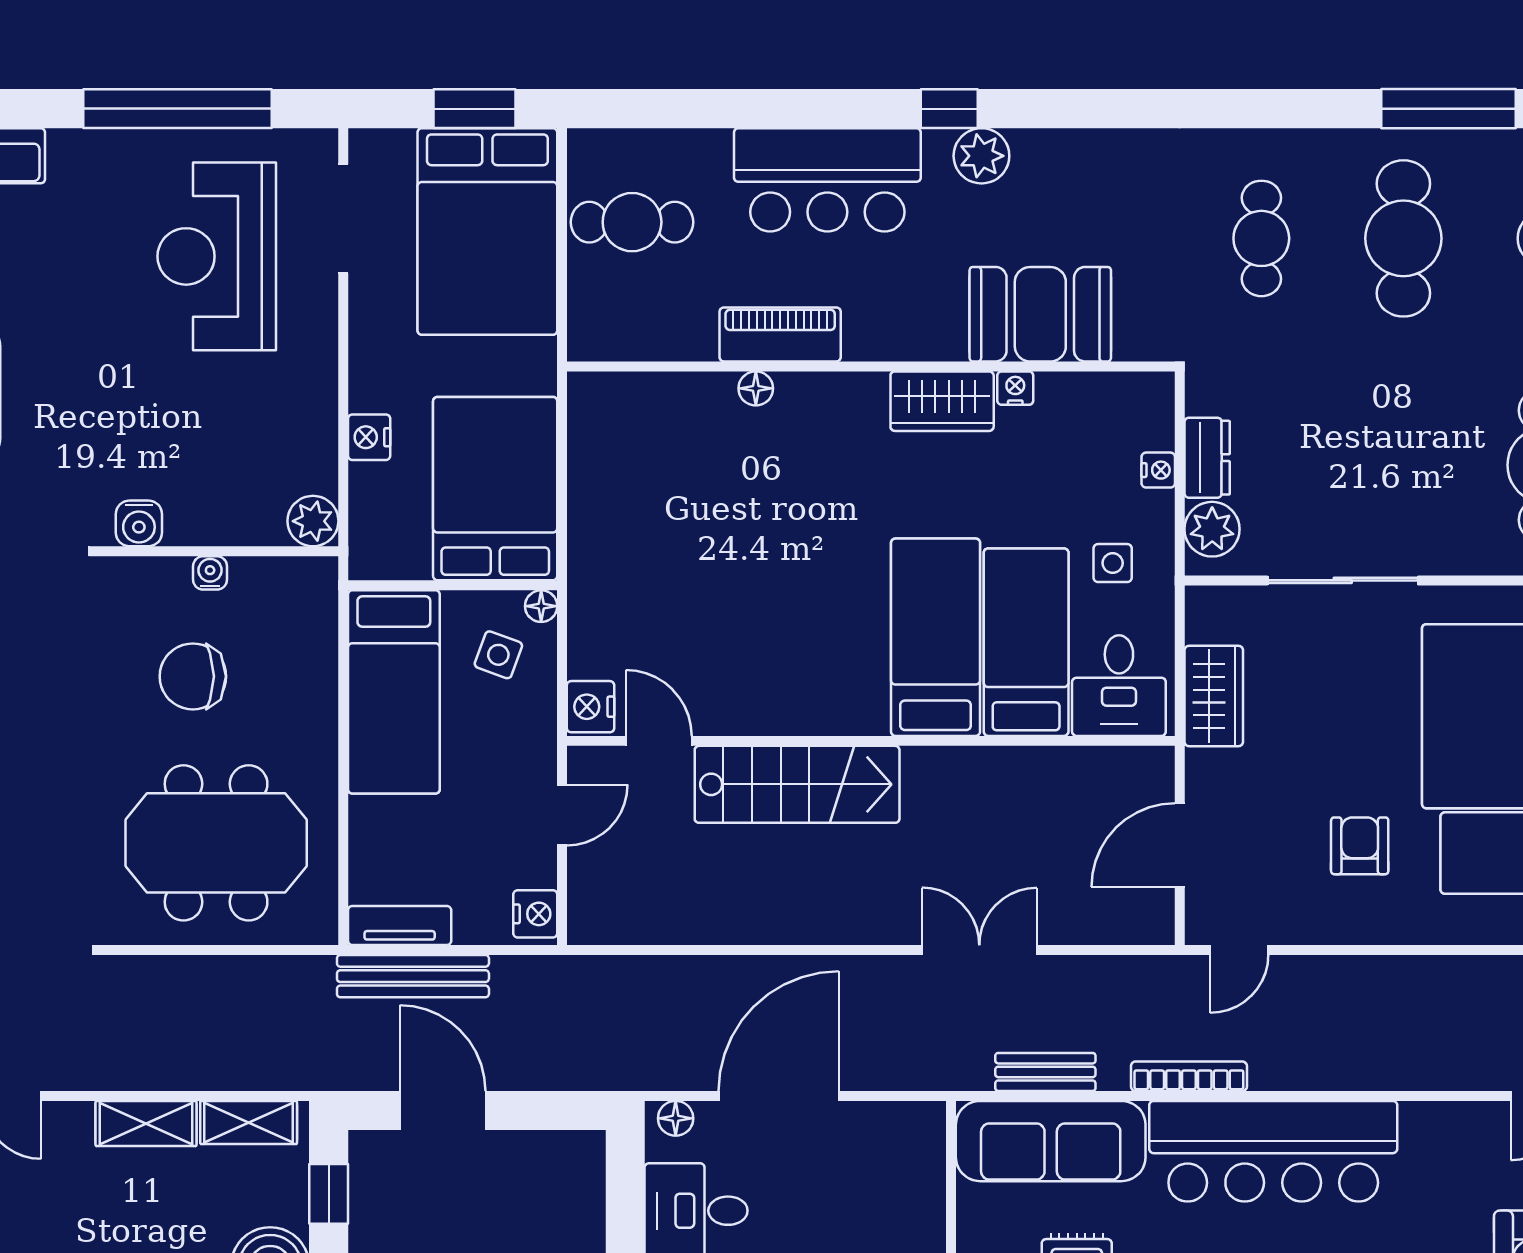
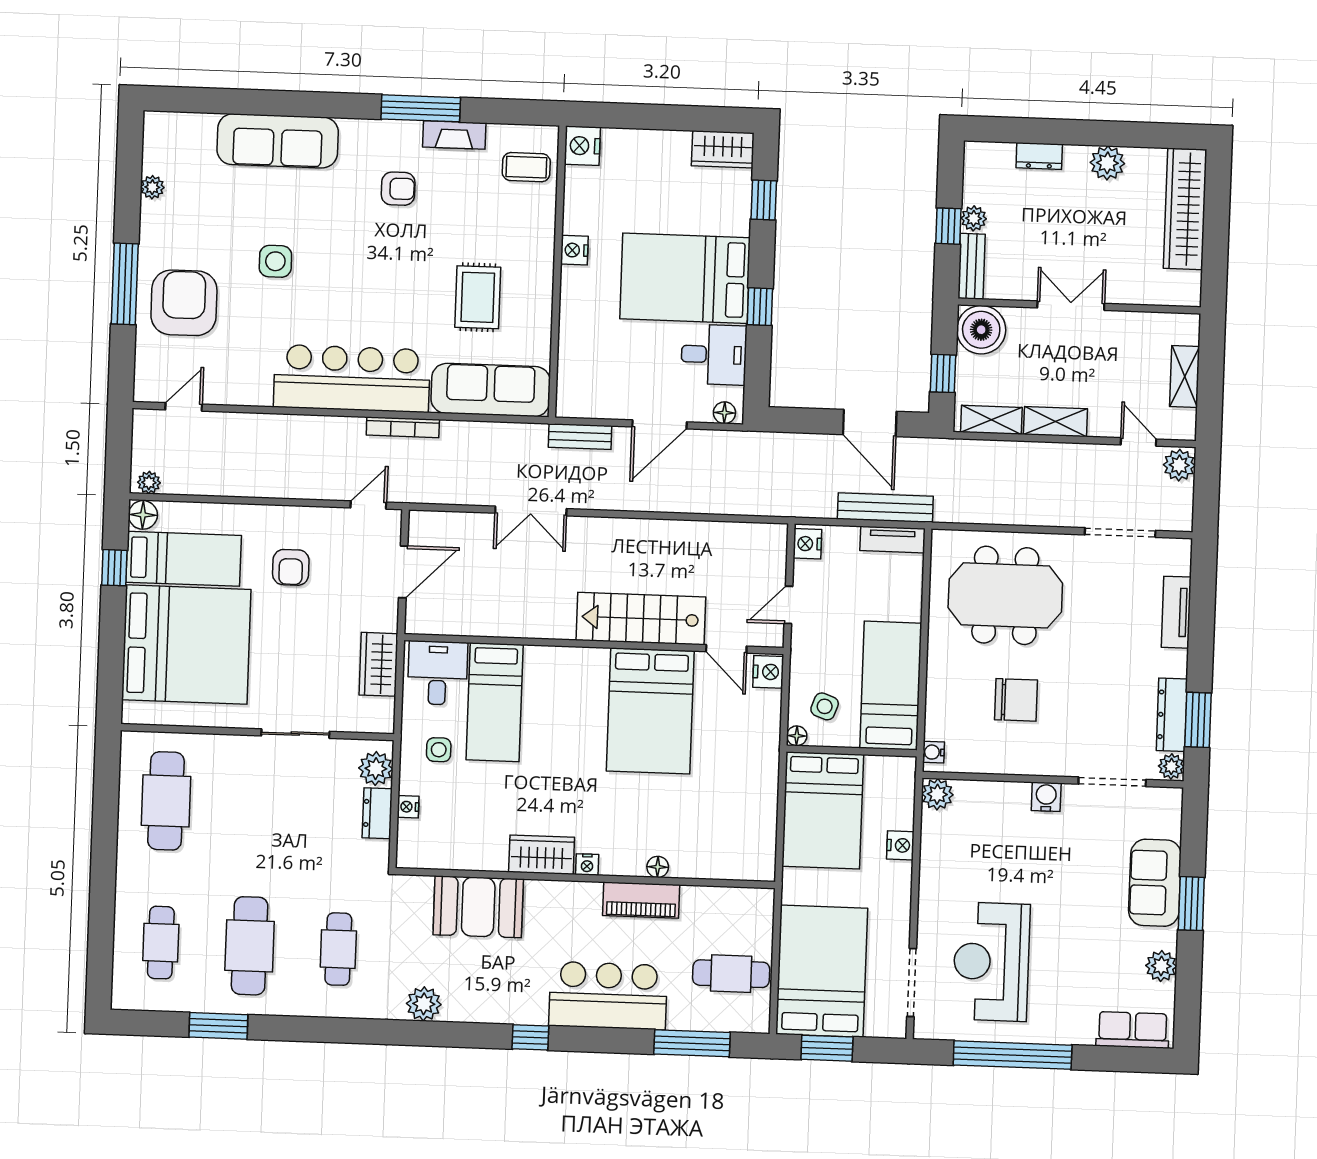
window: (691, 109) -> (692, 1043), added
window: (1449, 109) -> (218, 1026), width x0.69
plant: (981, 156) -> (424, 1004), moved
reception desk: (217, 256) -> (991, 962), turned 180
nightstand: (1015, 388) -> (587, 865), moved
water cooler: (210, 573) -> (934, 752), moved, turned 90
sliding door: (1343, 580) -> (295, 734), width x0.73
bed: (936, 637) -> (650, 711), moved, width x1.50
bench: (1045, 1072) -> (580, 436), moved
door: (779, 1096) -> (660, 424), width x0.73

